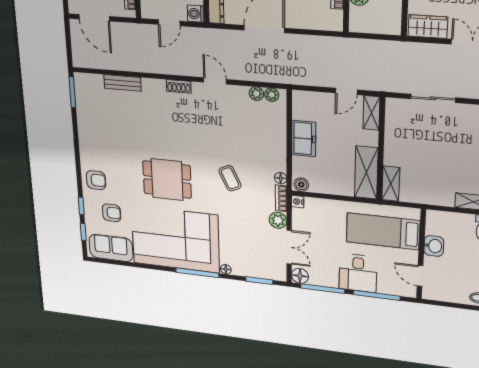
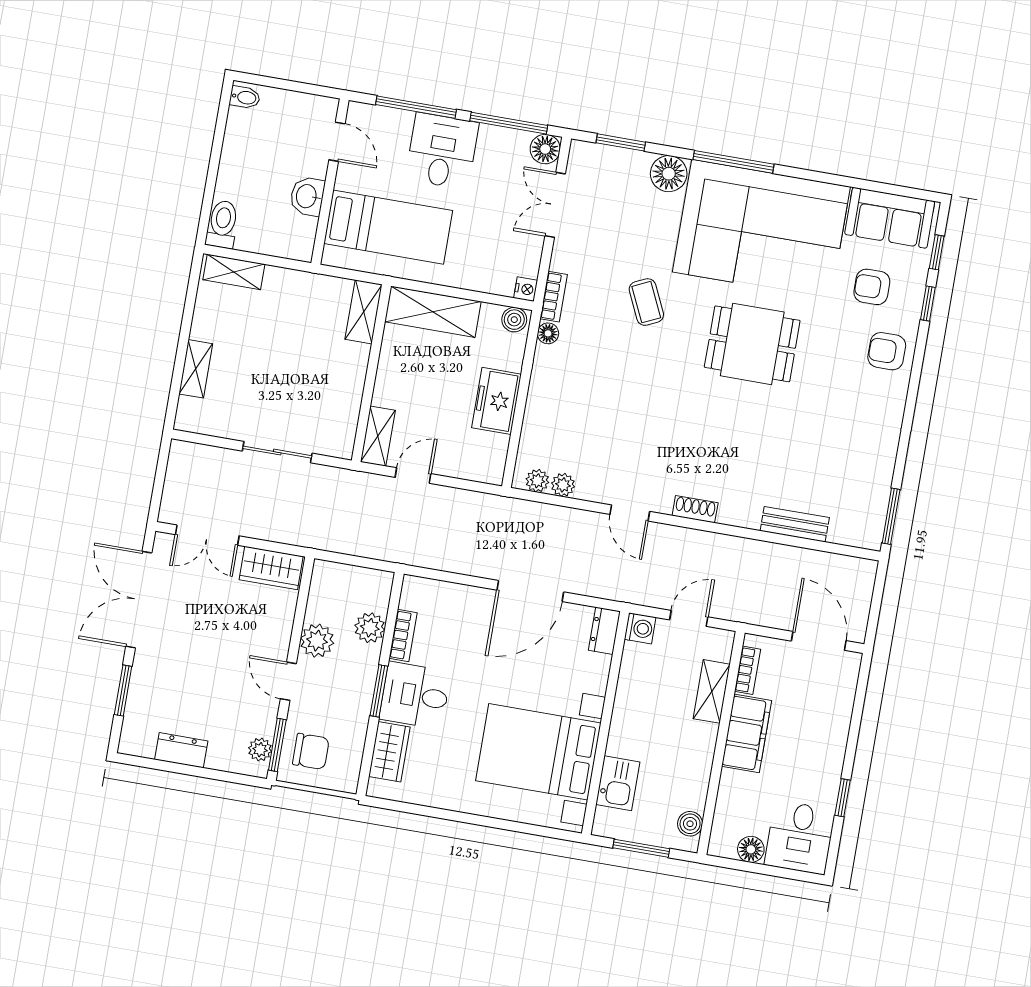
shelving: (366, 173) -> (433, 312), moved, turned 90
coffee table: (230, 178) -> (646, 302), moved
plant: (278, 220) -> (566, 256), removed
floor lamp: (226, 269) -> (669, 174), width x1.89, depth x1.89

